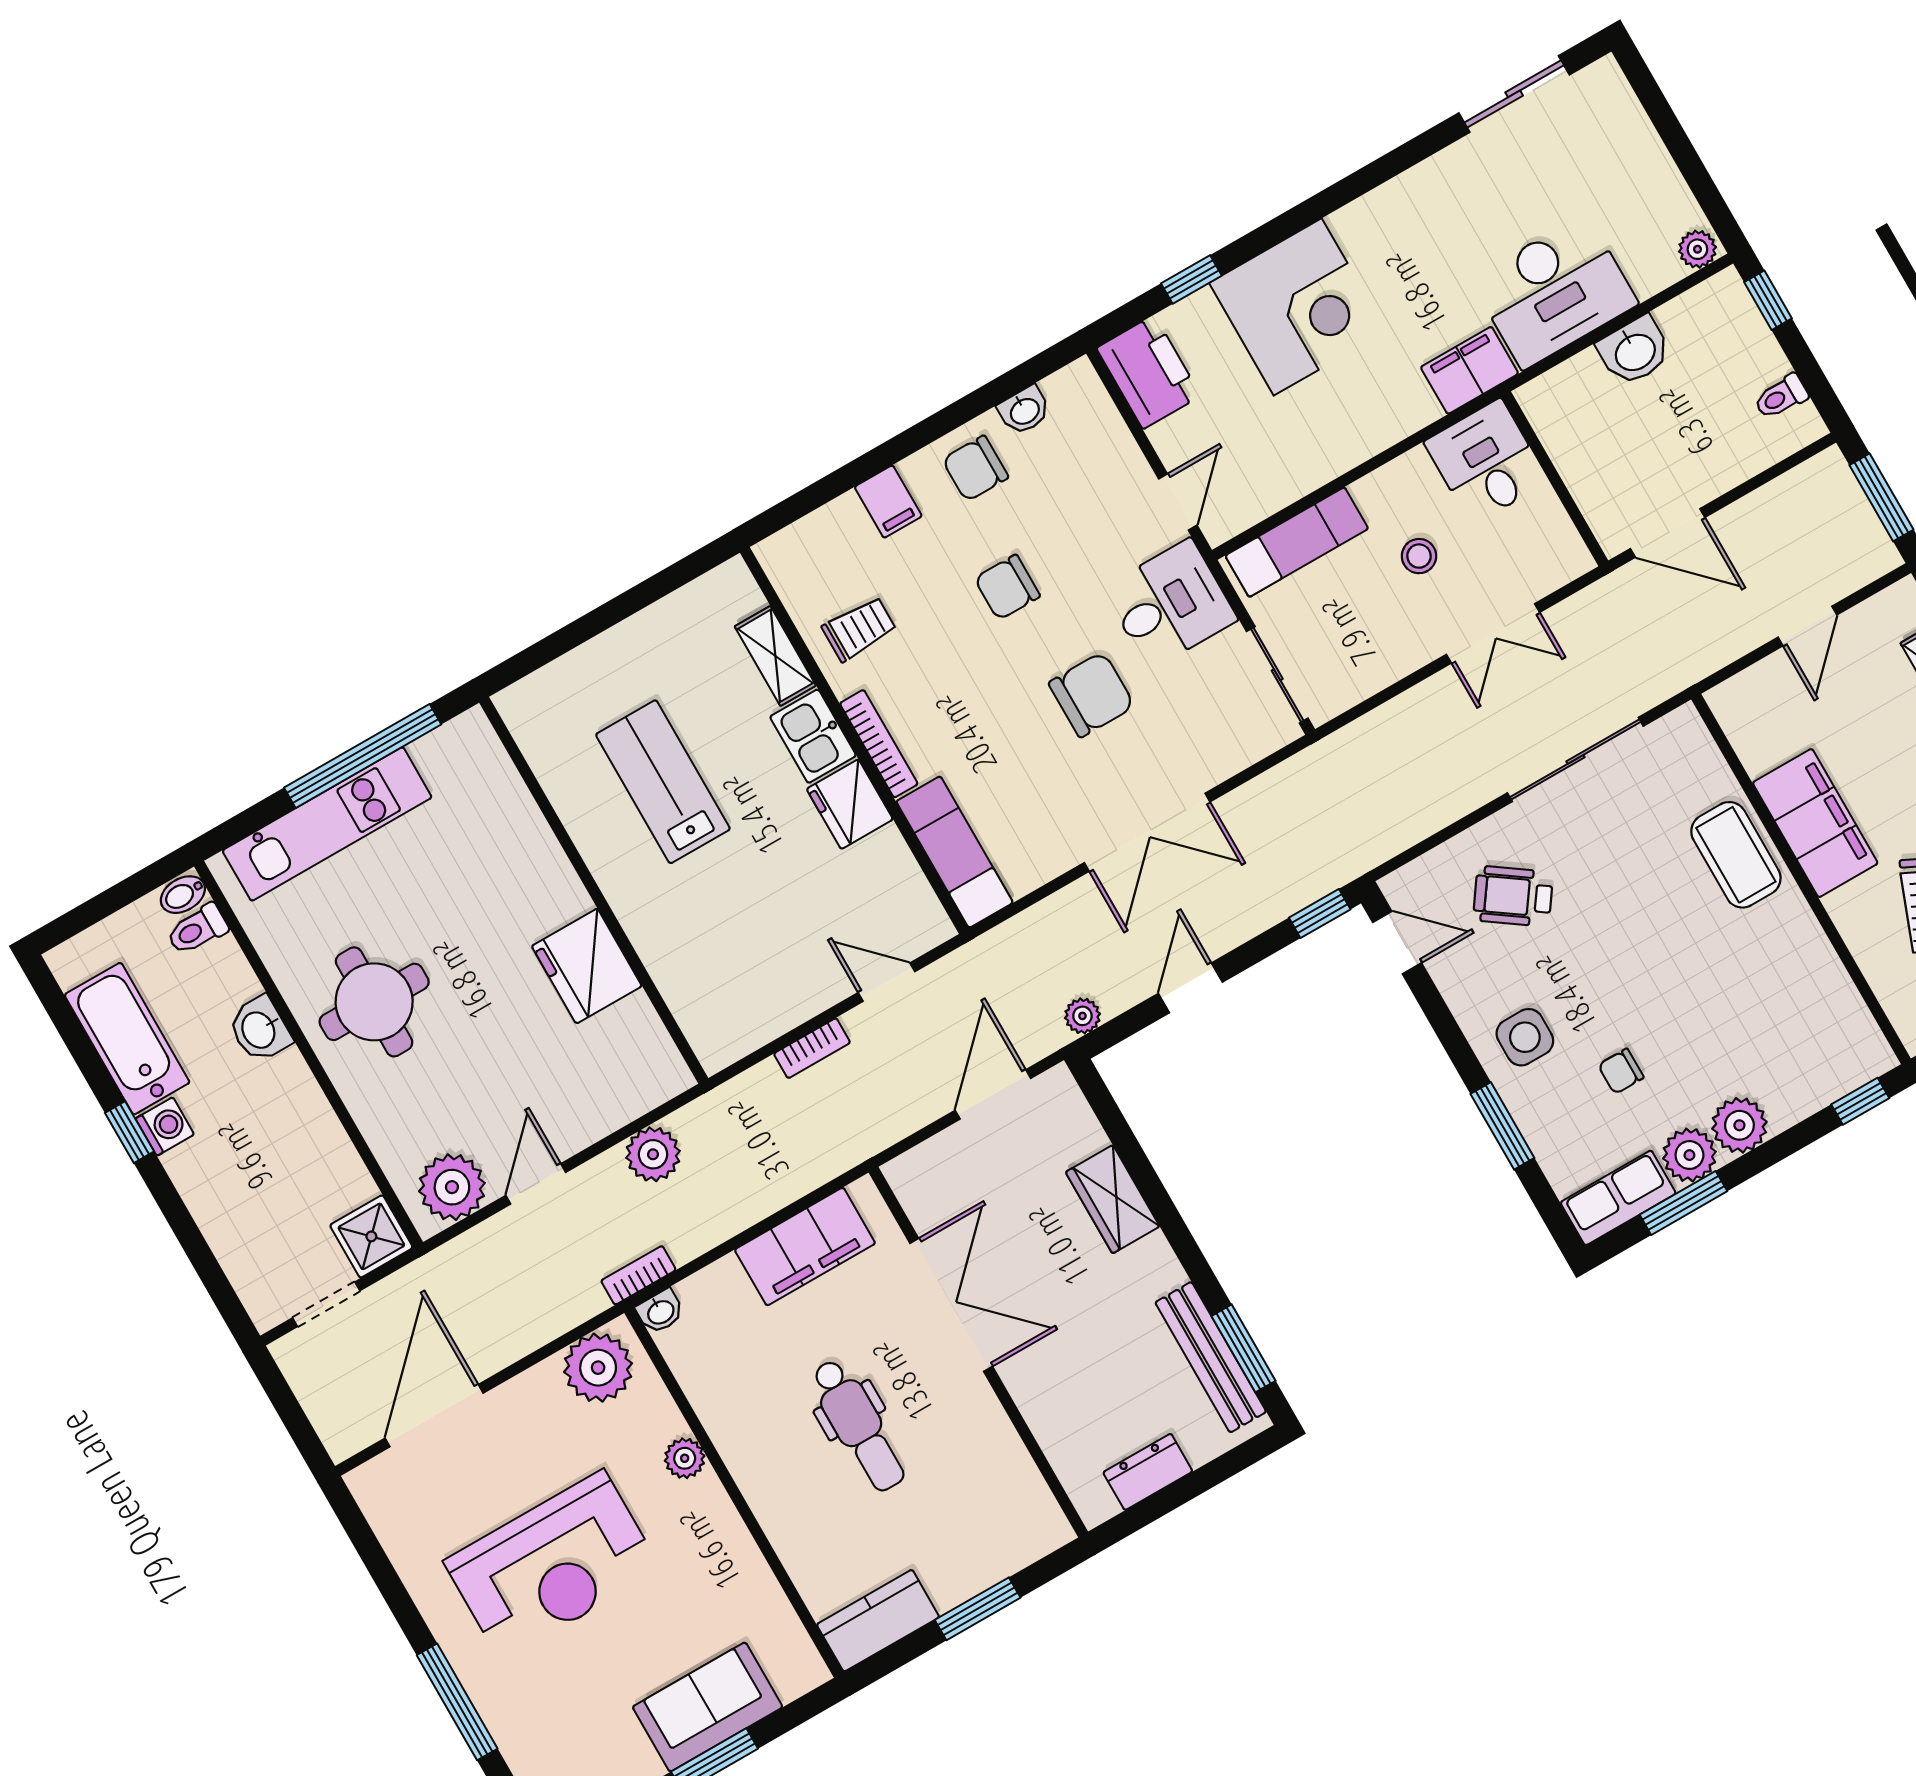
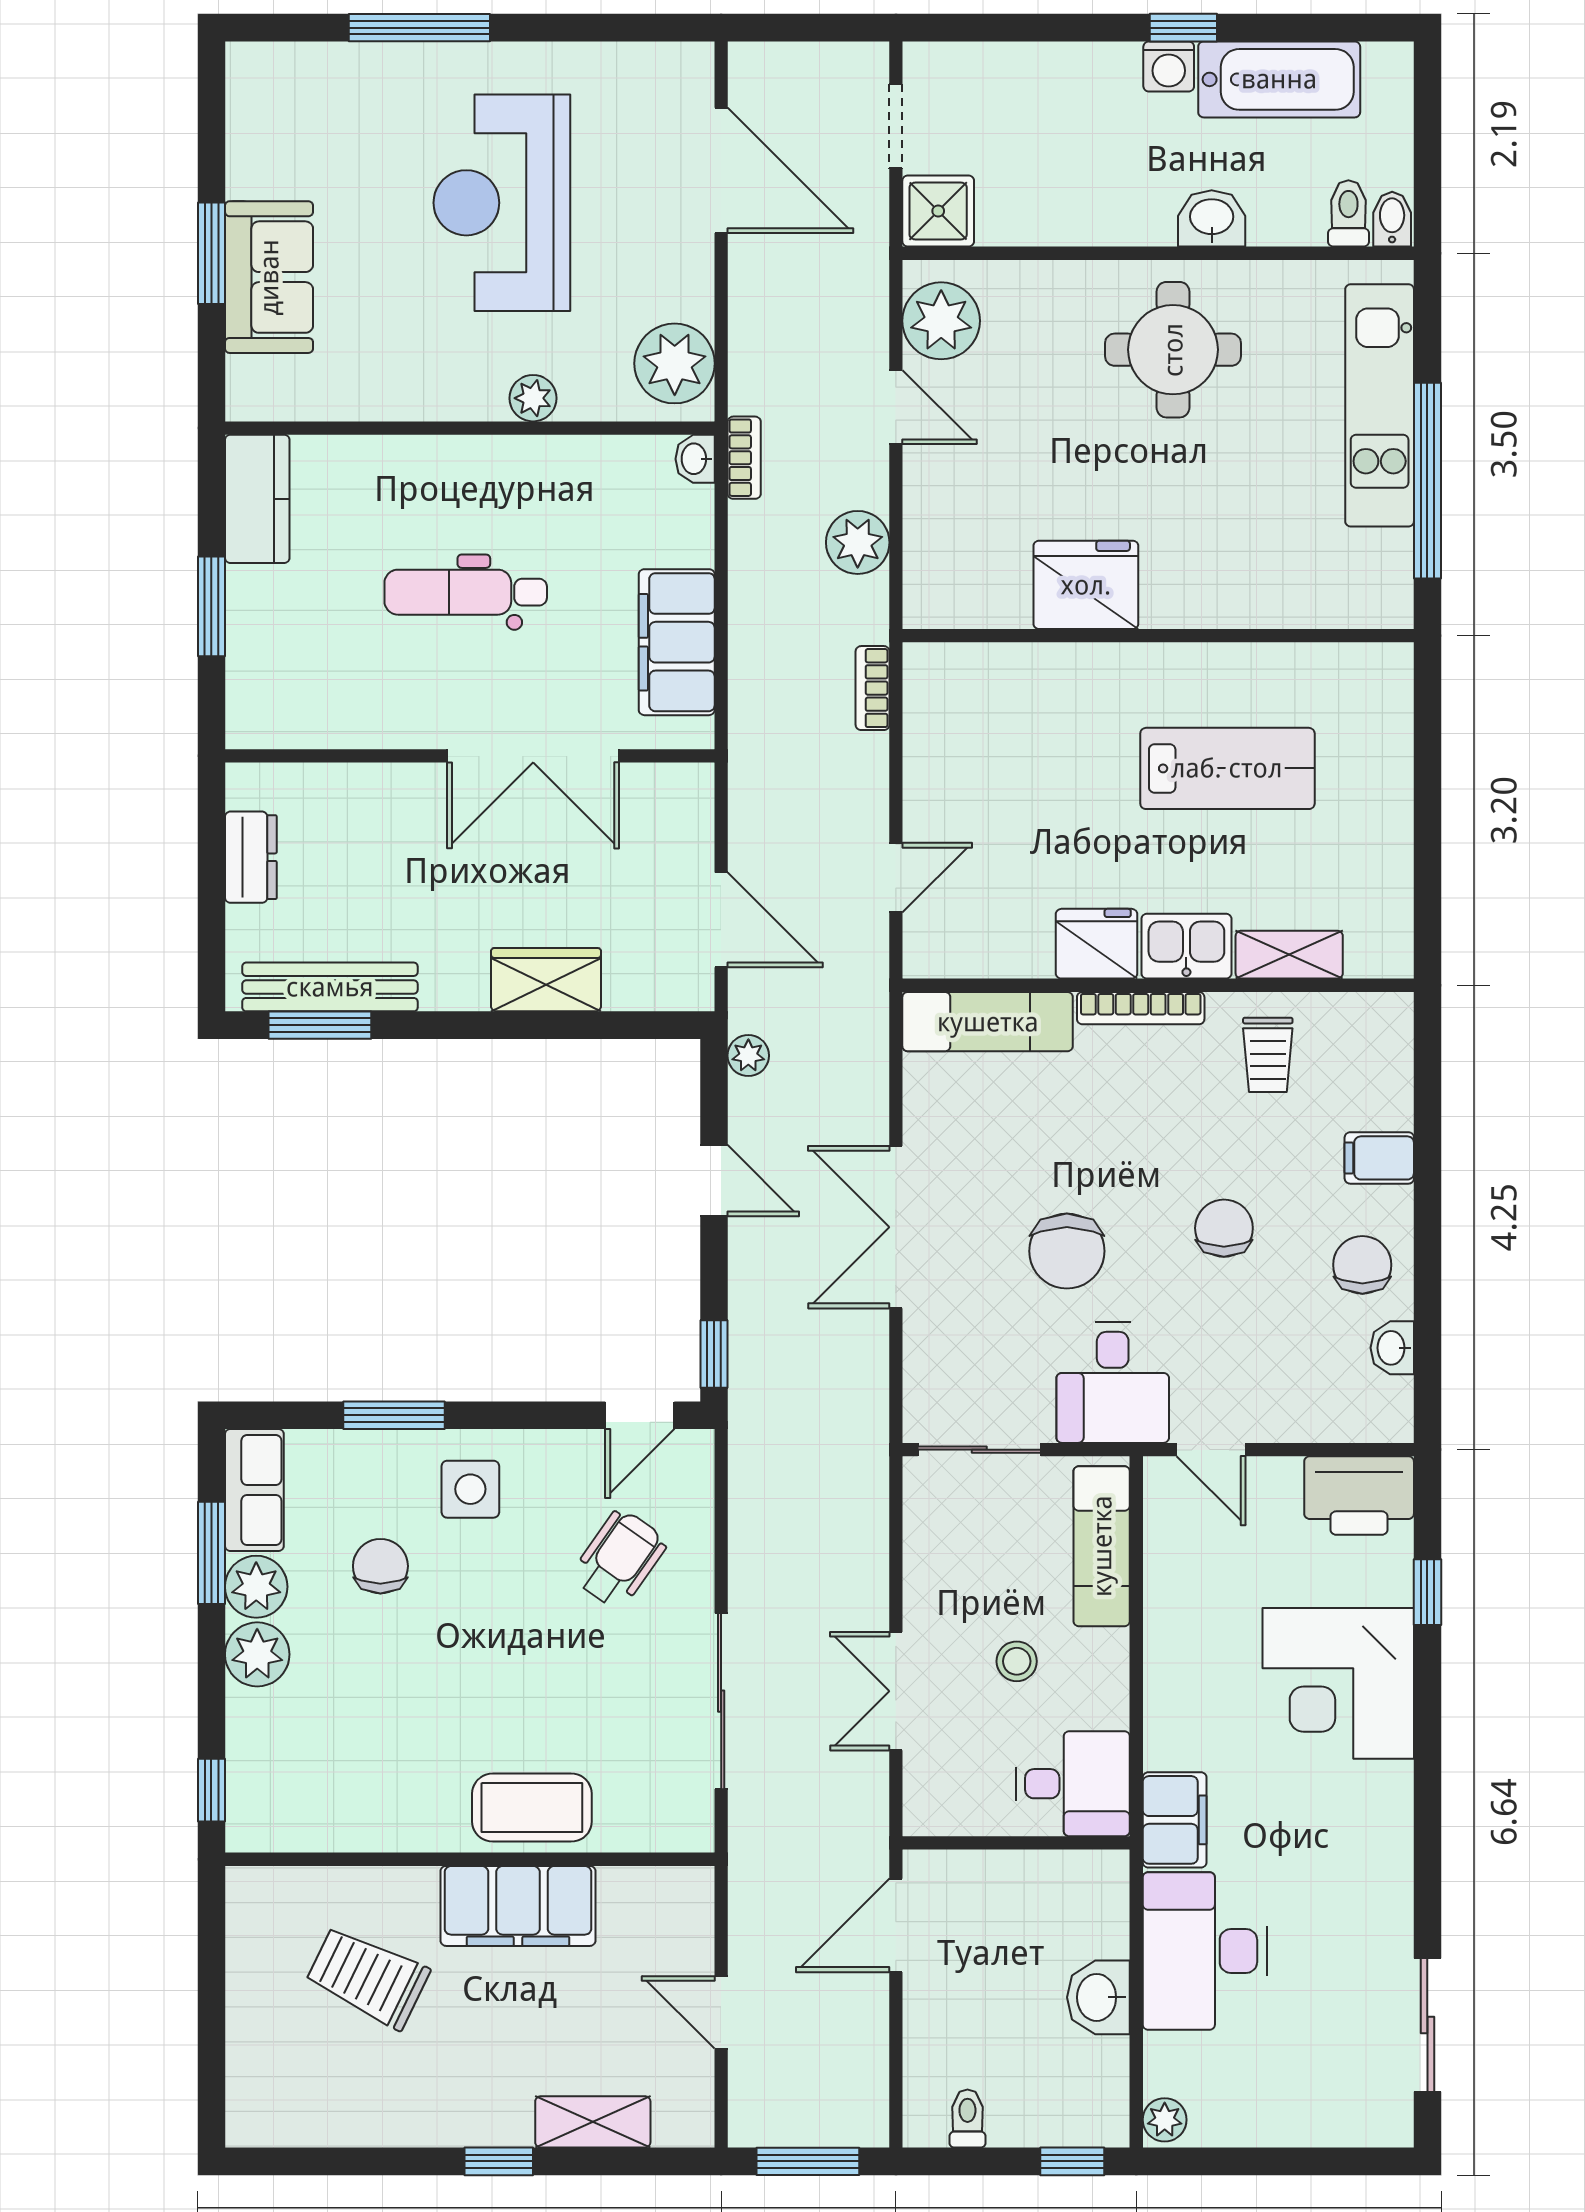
bookcase: (812, 1048) -> (873, 688), moved
chair: (1621, 1071) -> (380, 1566), width x1.37, depth x1.37

